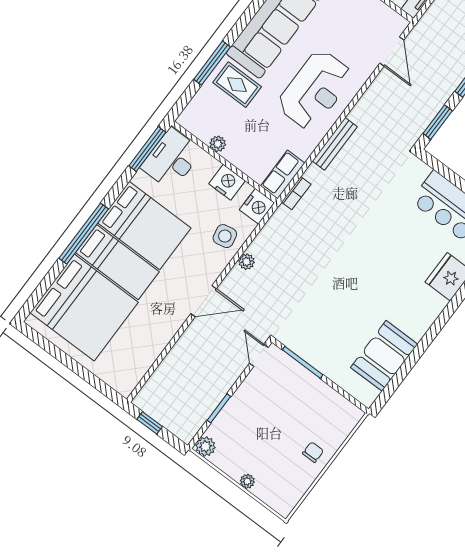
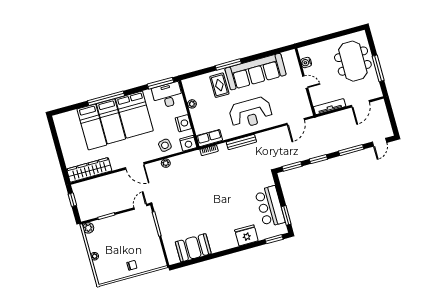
window: (212, 63) -> (228, 65), moved
bed: (84, 307) -> (92, 127), width x0.49
wardrobe: (141, 359) -> (89, 170), added

